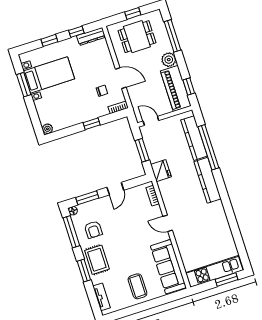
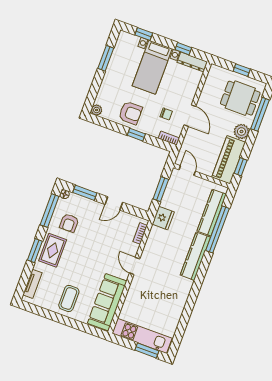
dining table: (137, 37) -> (240, 98), moved
window: (49, 40) -> (144, 34), moved
bed with nightstands: (49, 75) -> (152, 67), moved, turned 90
armchair: (75, 111) -> (130, 113), added

